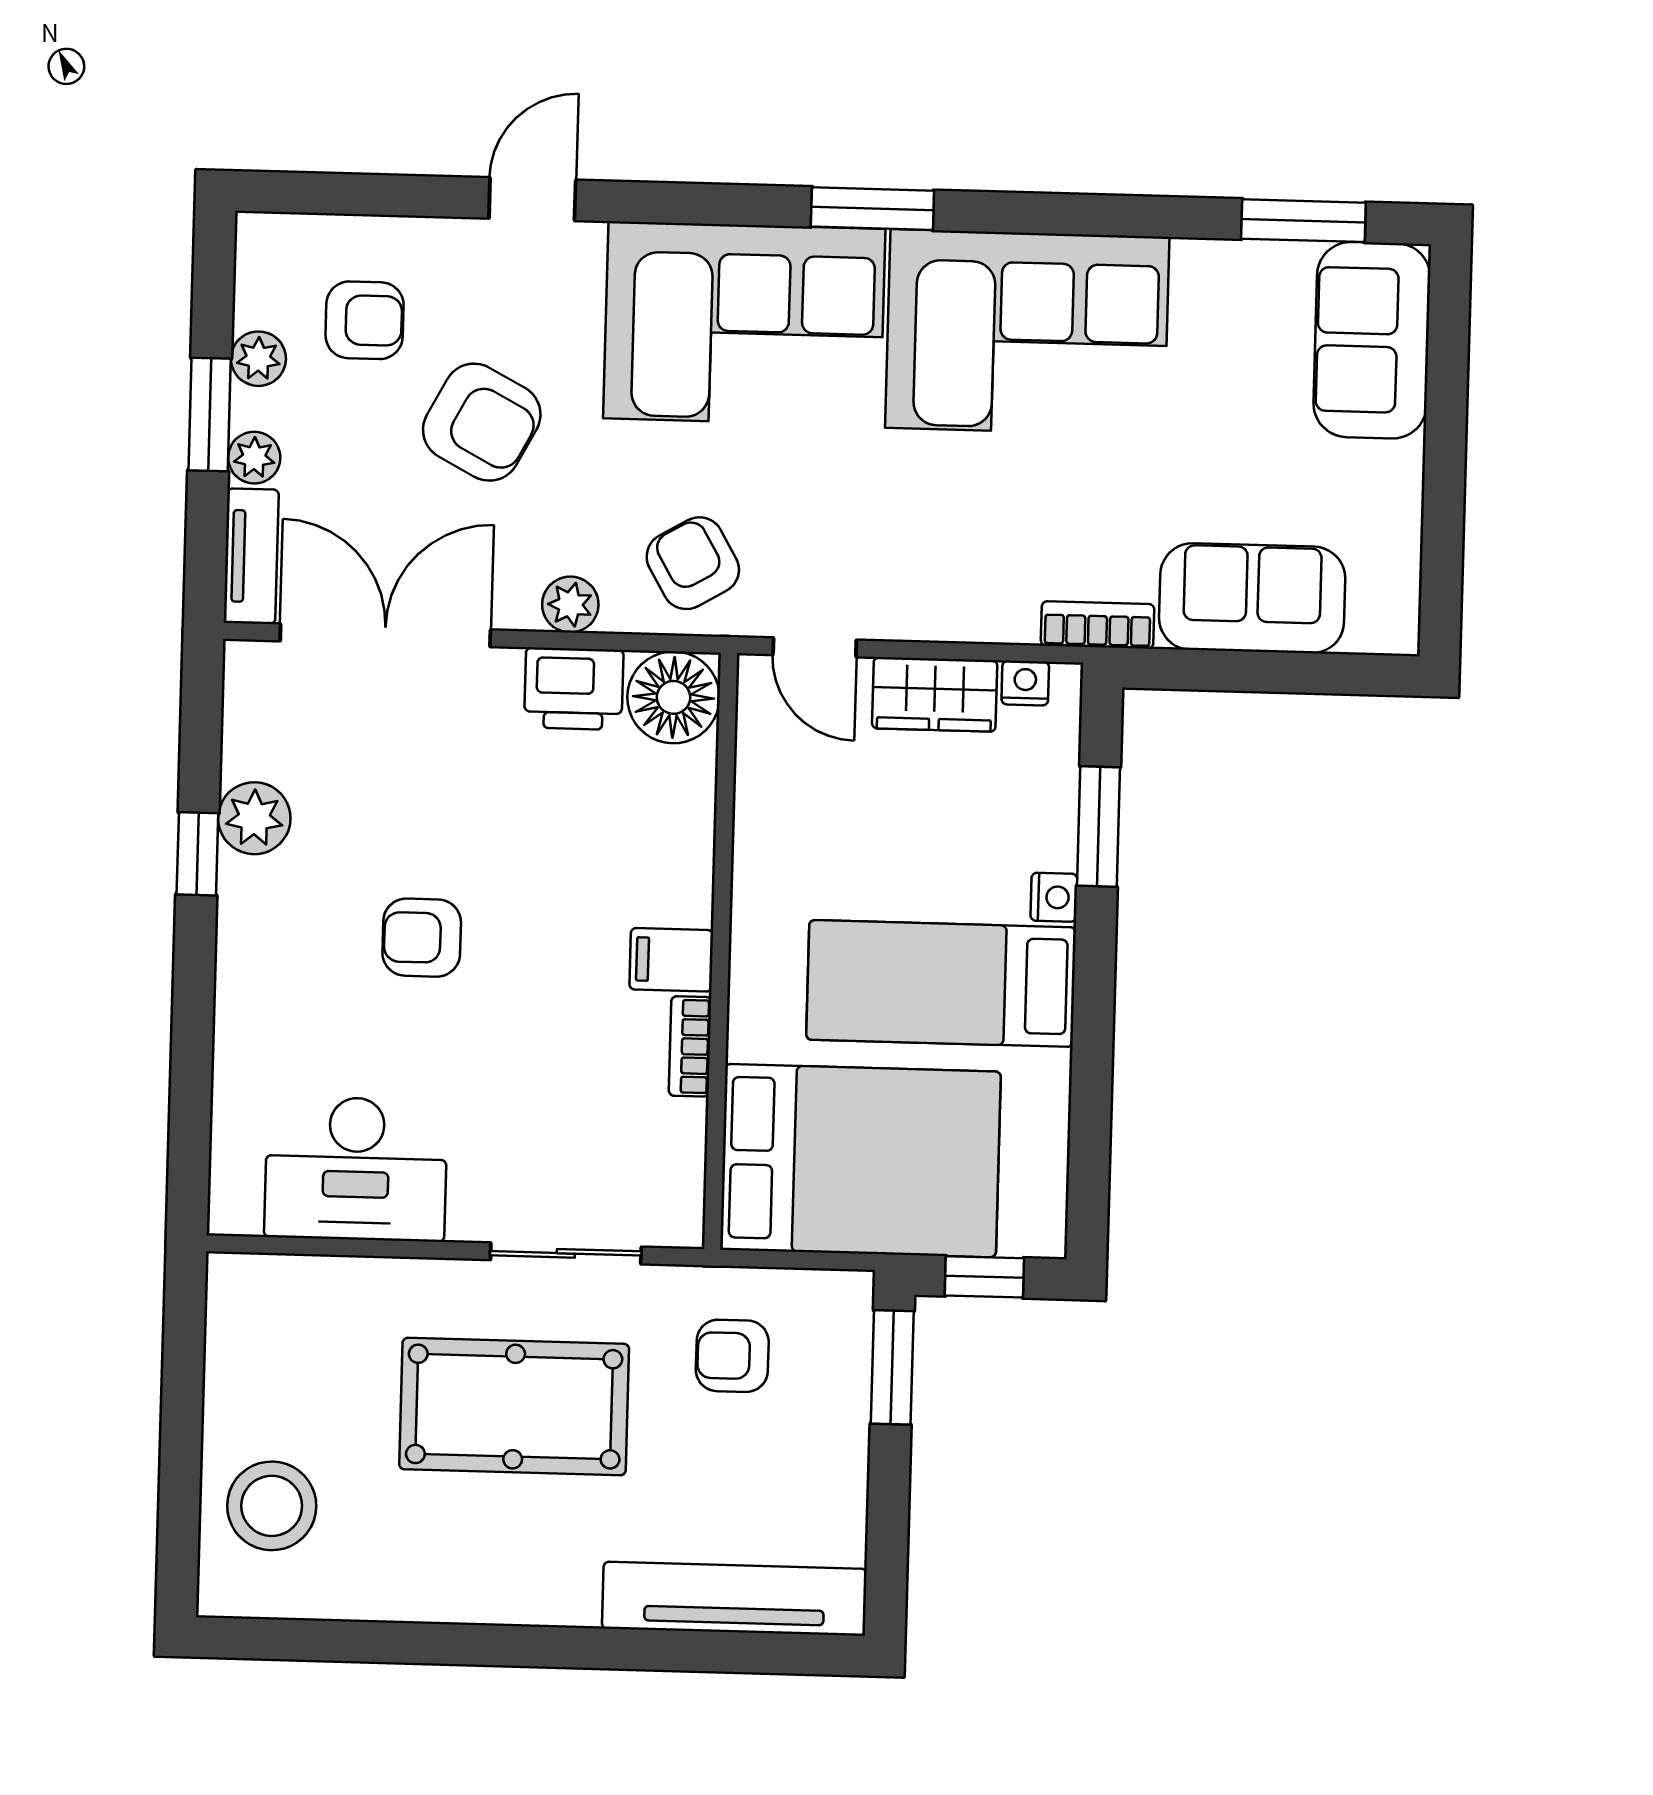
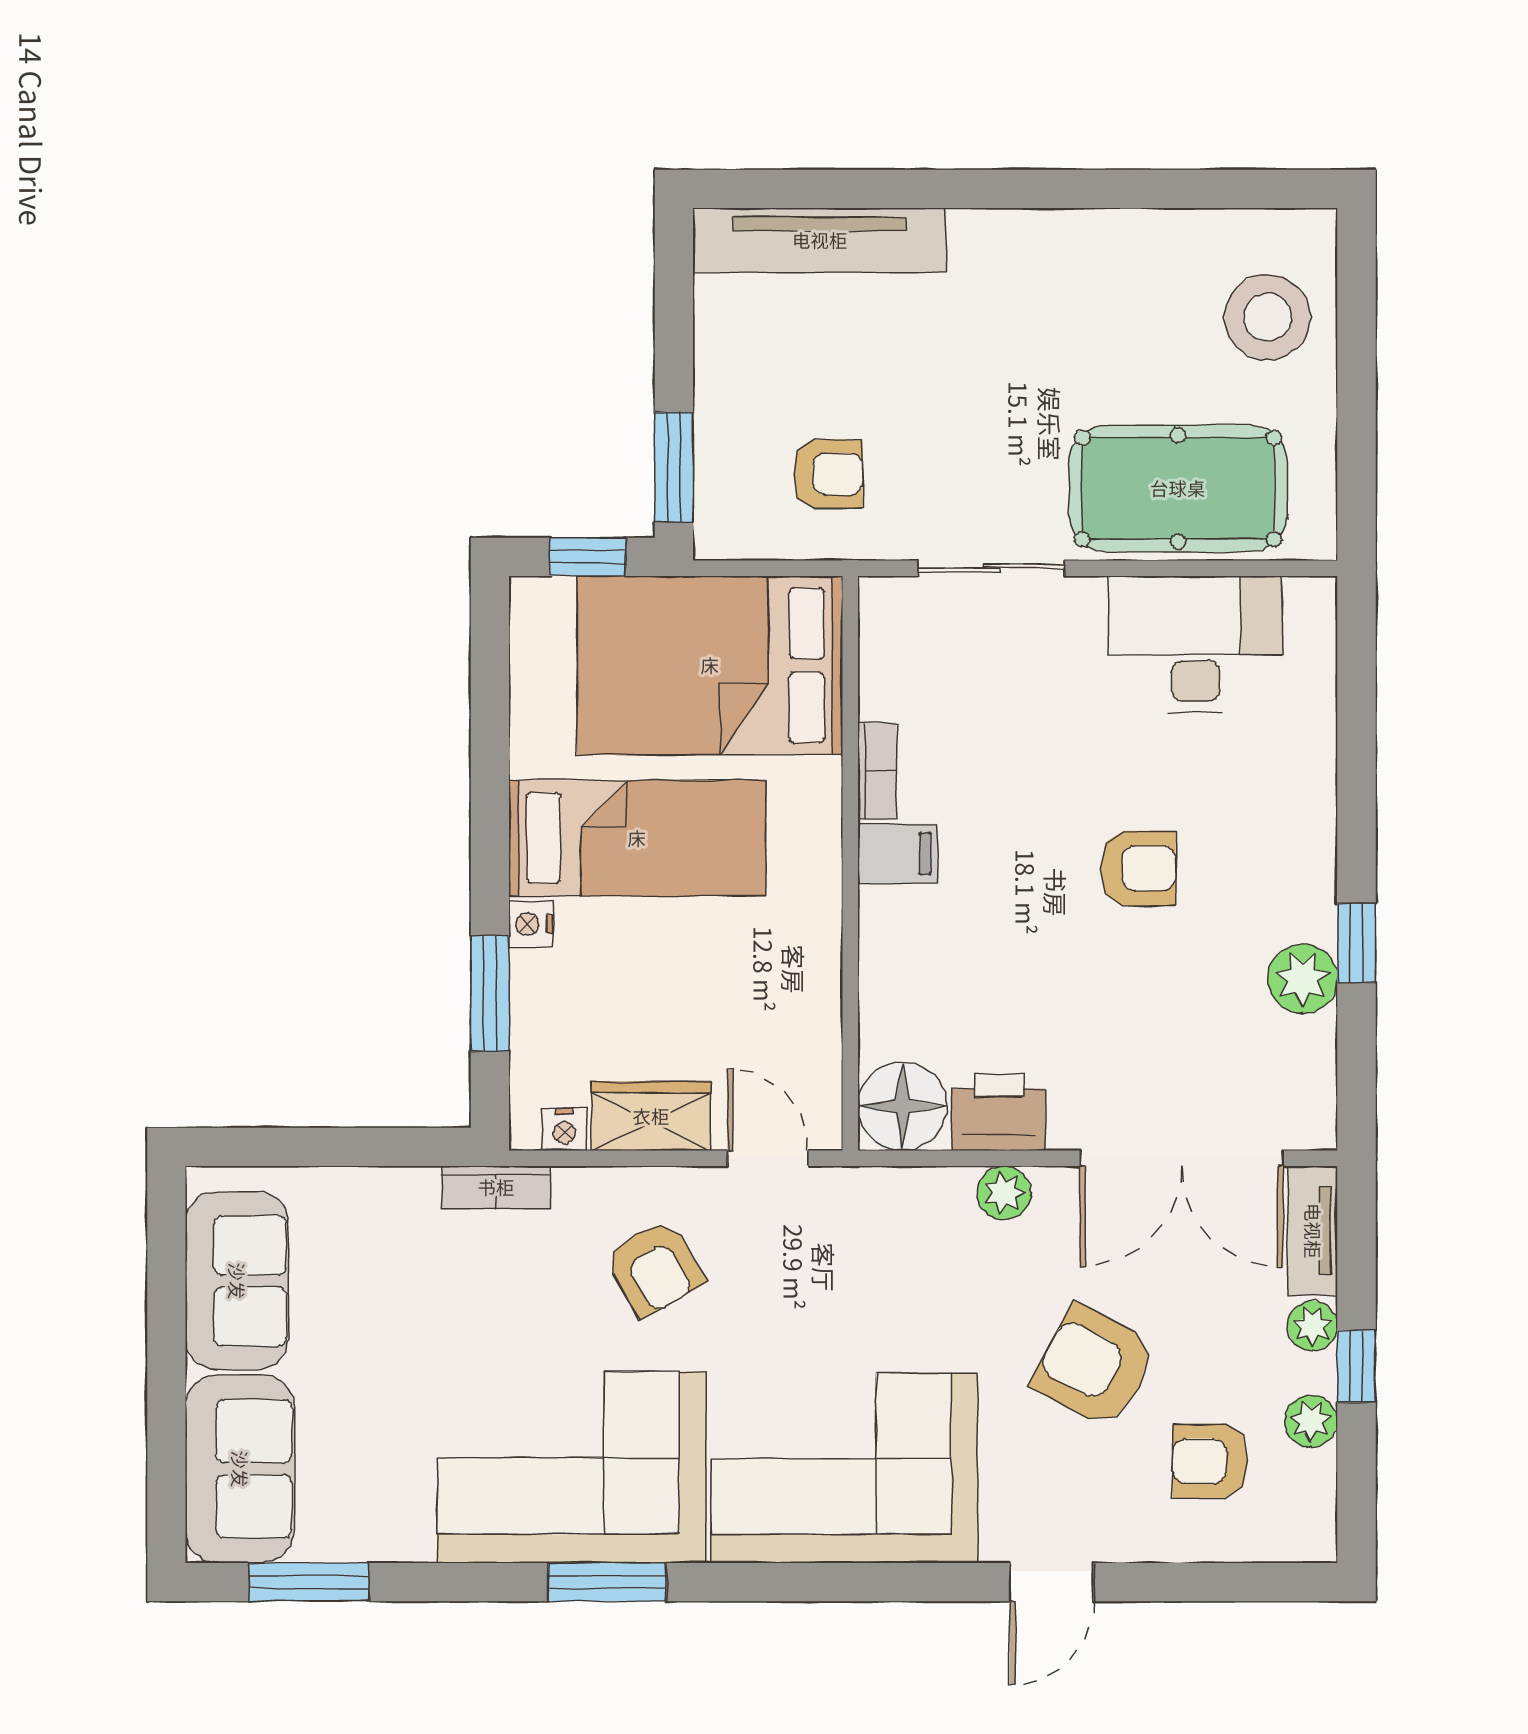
window: (872, 209) -> (607, 1582), moved
window: (210, 415) -> (1356, 1366), width x0.67
armchair: (693, 563) -> (655, 1268), moved
sofa: (1252, 598) -> (237, 1281), moved, turned -90
pool table: (514, 1407) -> (1178, 488), moved

